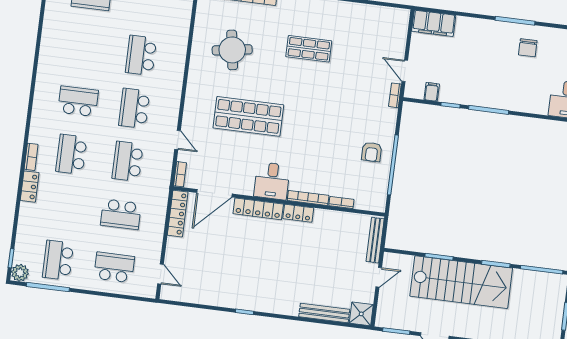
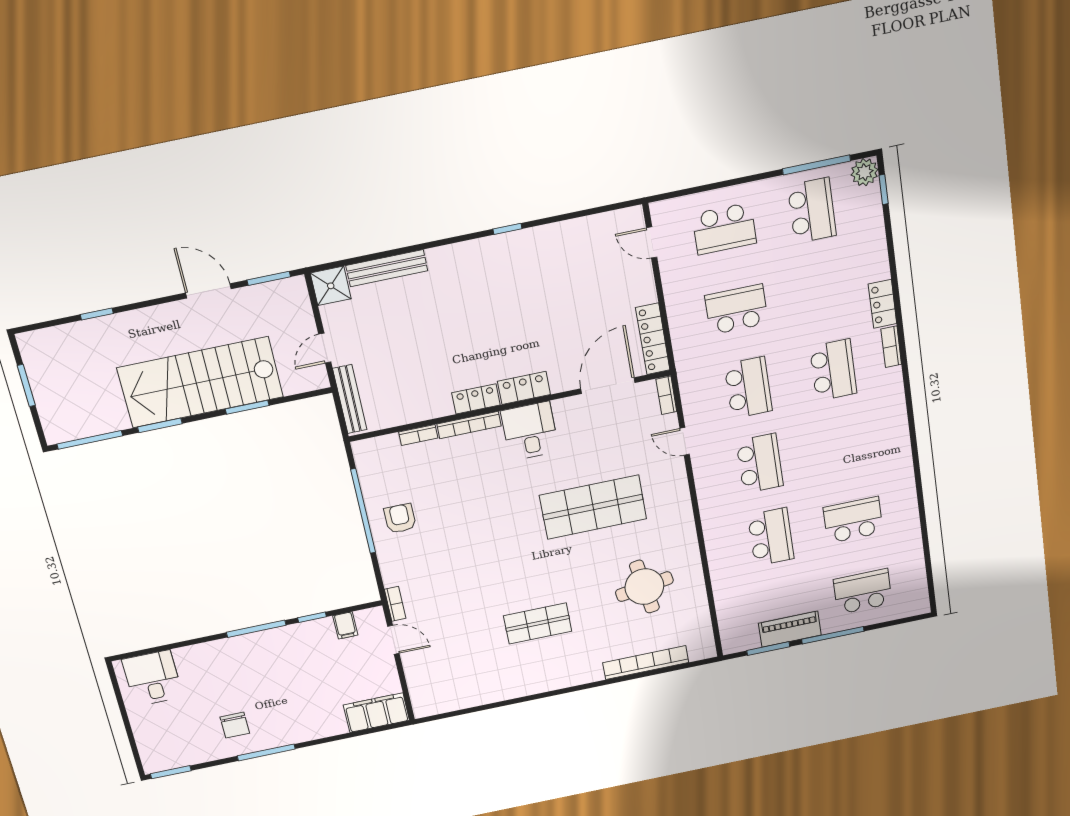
chair: (528, 48) -> (235, 725), turned 180
school desk: (78, 101) -> (853, 520), moved, turned 180
locker: (258, 209) -> (524, 388), width x0.66

